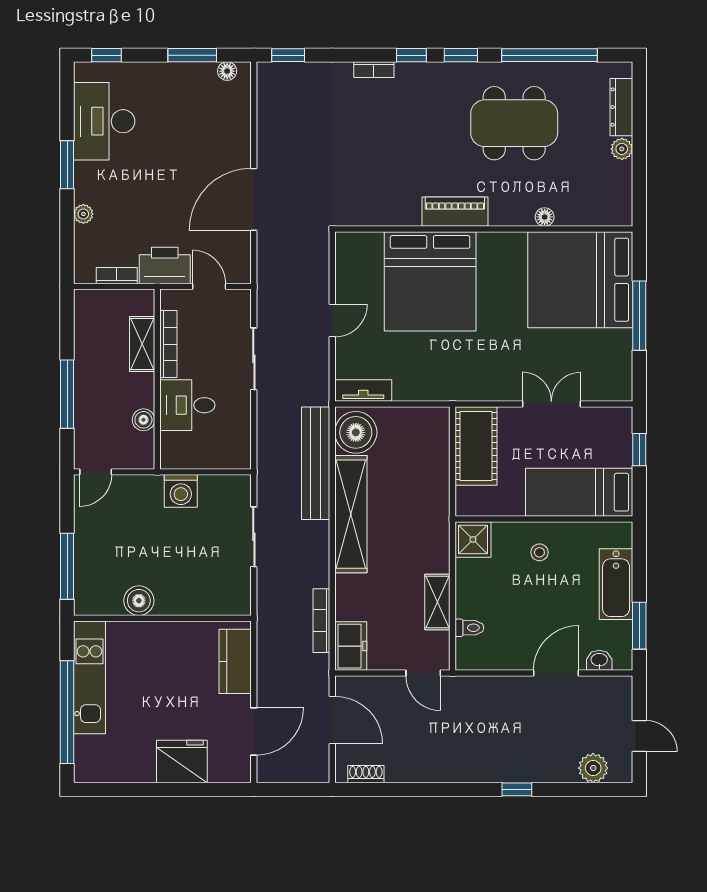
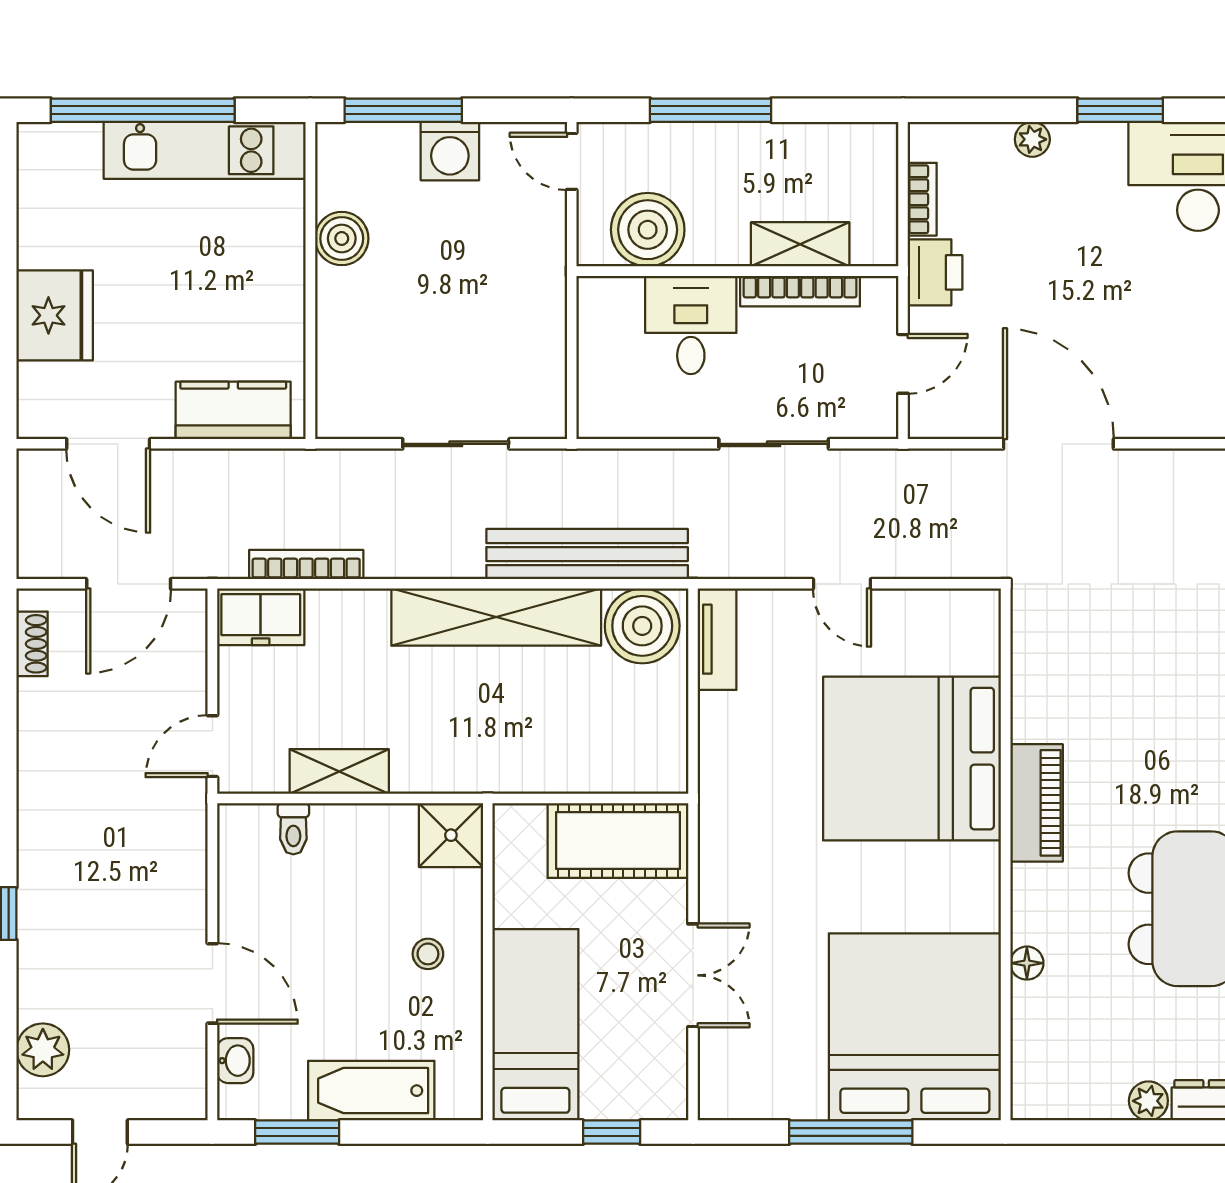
printer: (165, 266) -> (935, 272), width x0.73, depth x0.84
boiler: (143, 420) -> (648, 230), width x1.86, depth x1.86
washing machine: (181, 491) -> (450, 151), moved, turned -90

